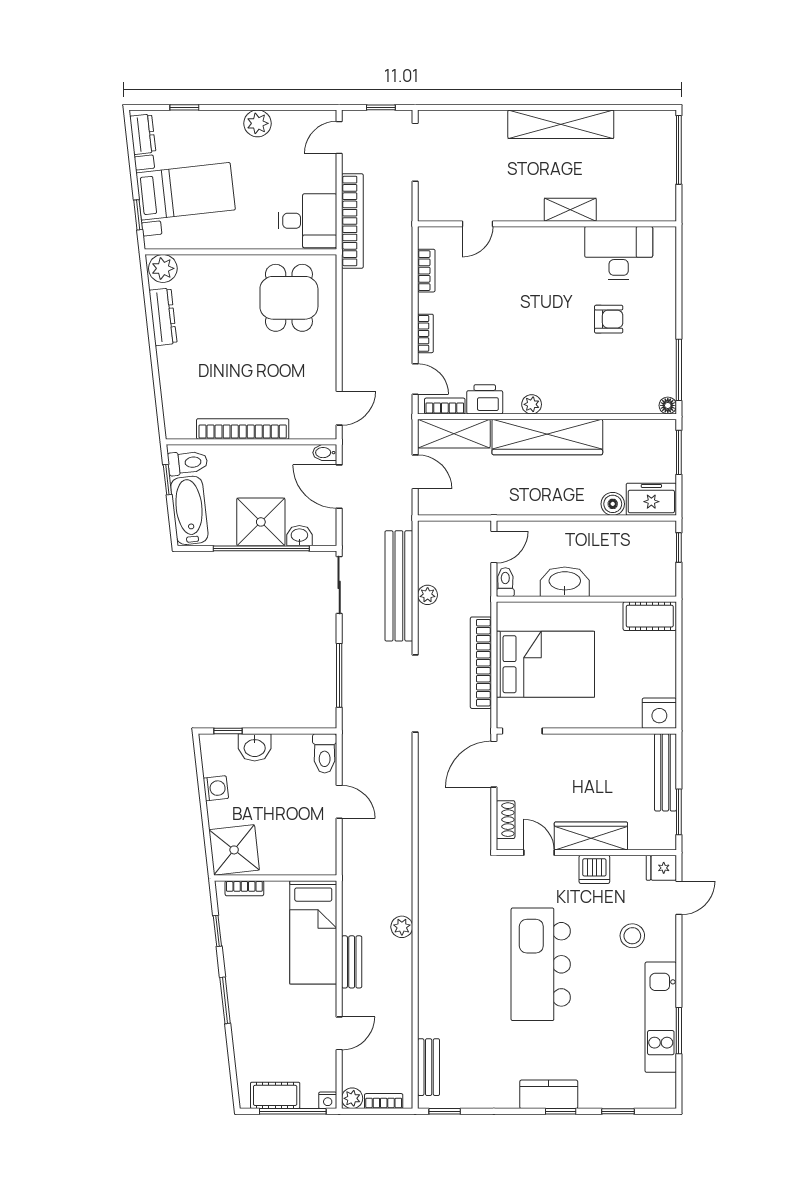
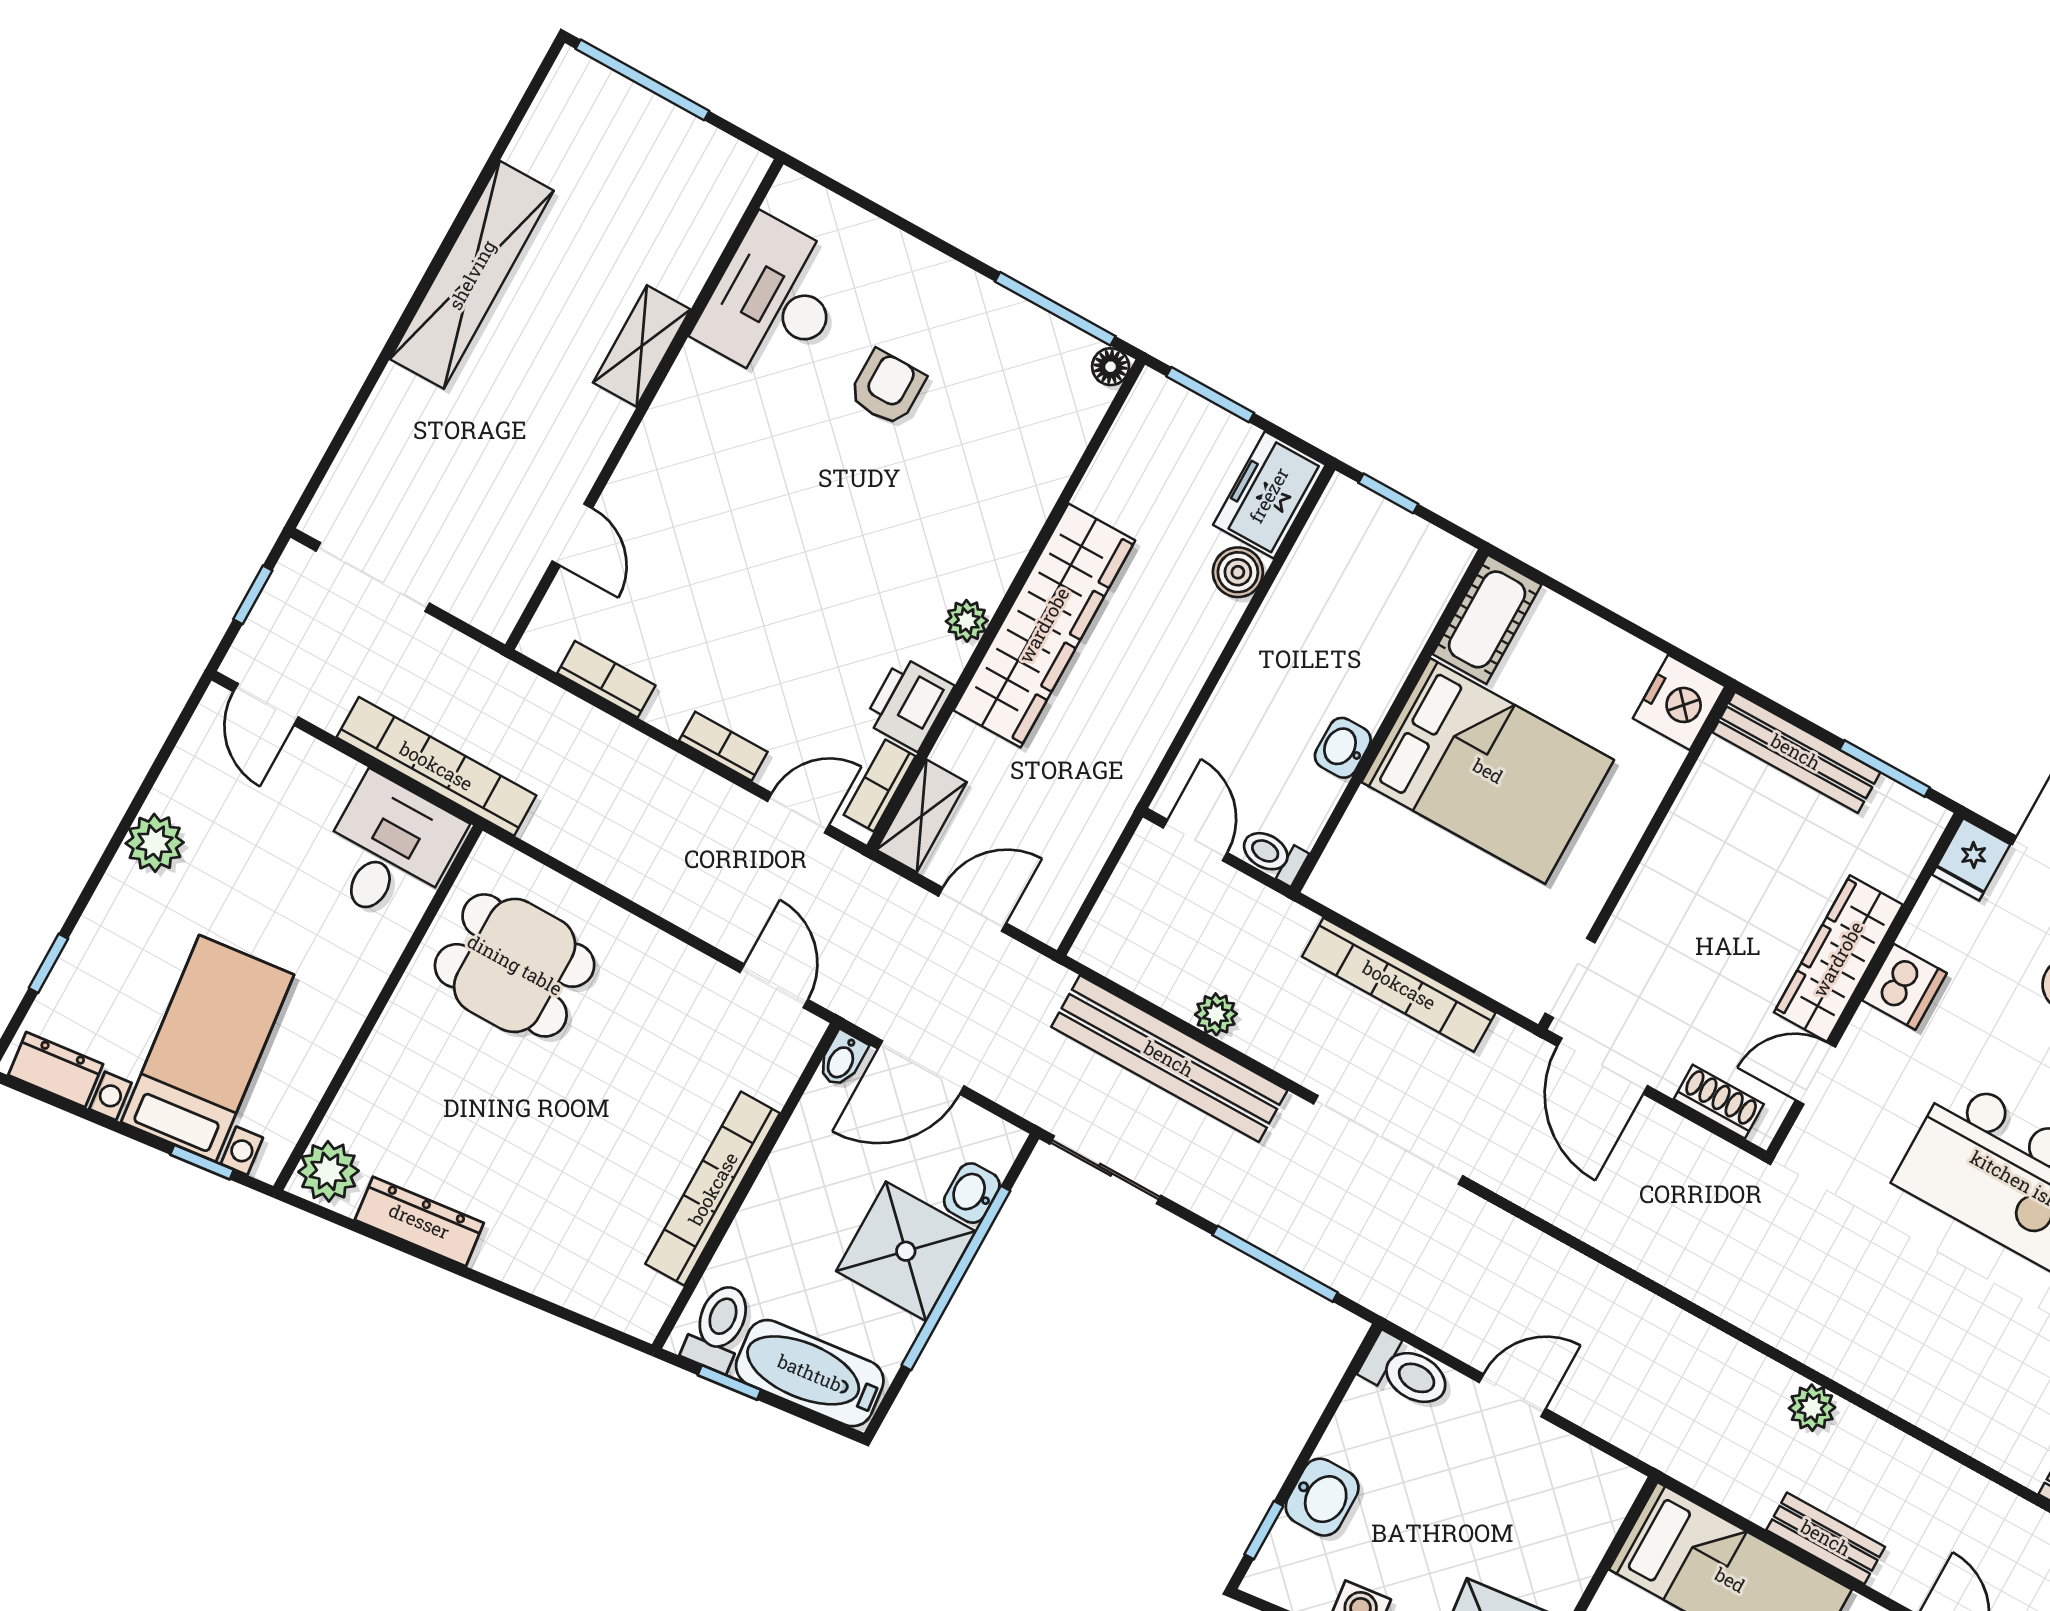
shelving: (454, 434) -> (922, 816), width x0.67, depth x0.75
washbasin: (565, 582) -> (1343, 748), width x0.52, depth x0.69
bed: (545, 664) -> (1488, 771), moved, turned 90

